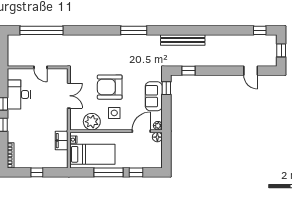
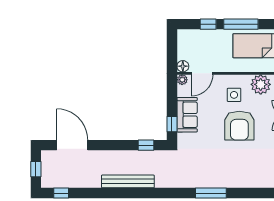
bench: (183, 40) -> (128, 181), moved
door: (251, 71) -> (72, 145), width x1.88
armchair: (110, 87) -> (239, 126), turned 90

